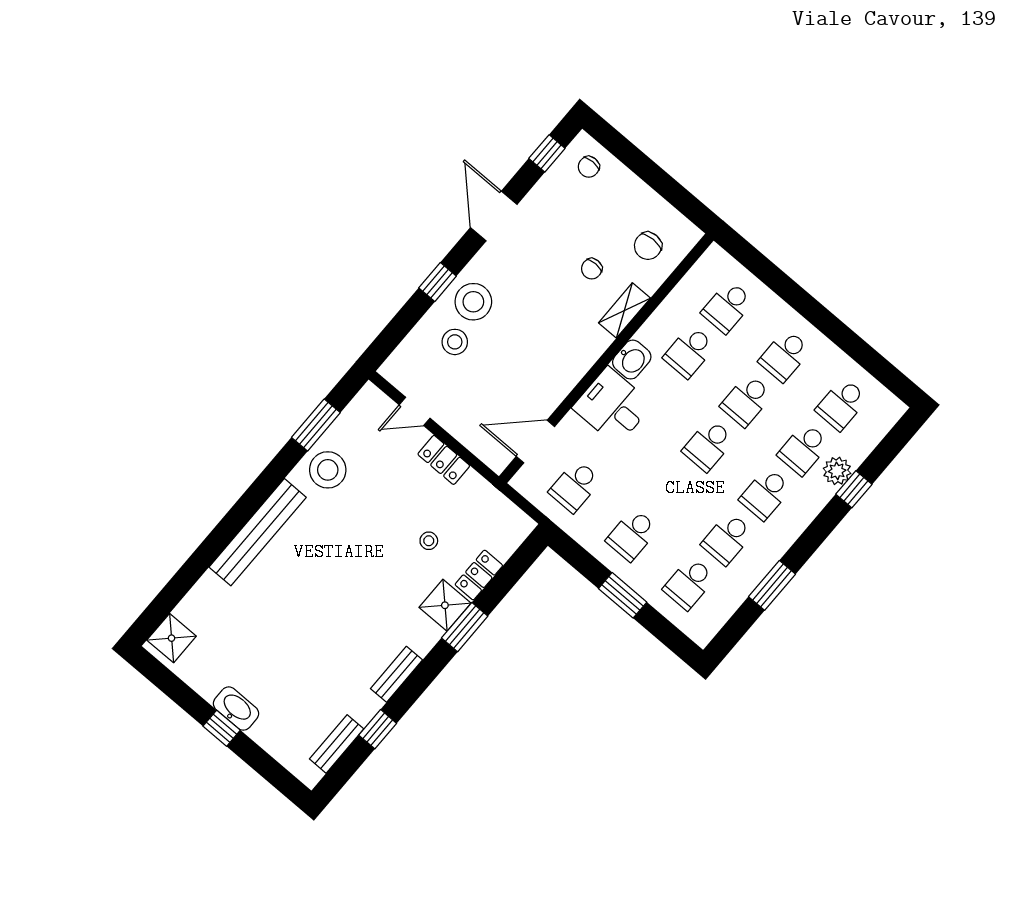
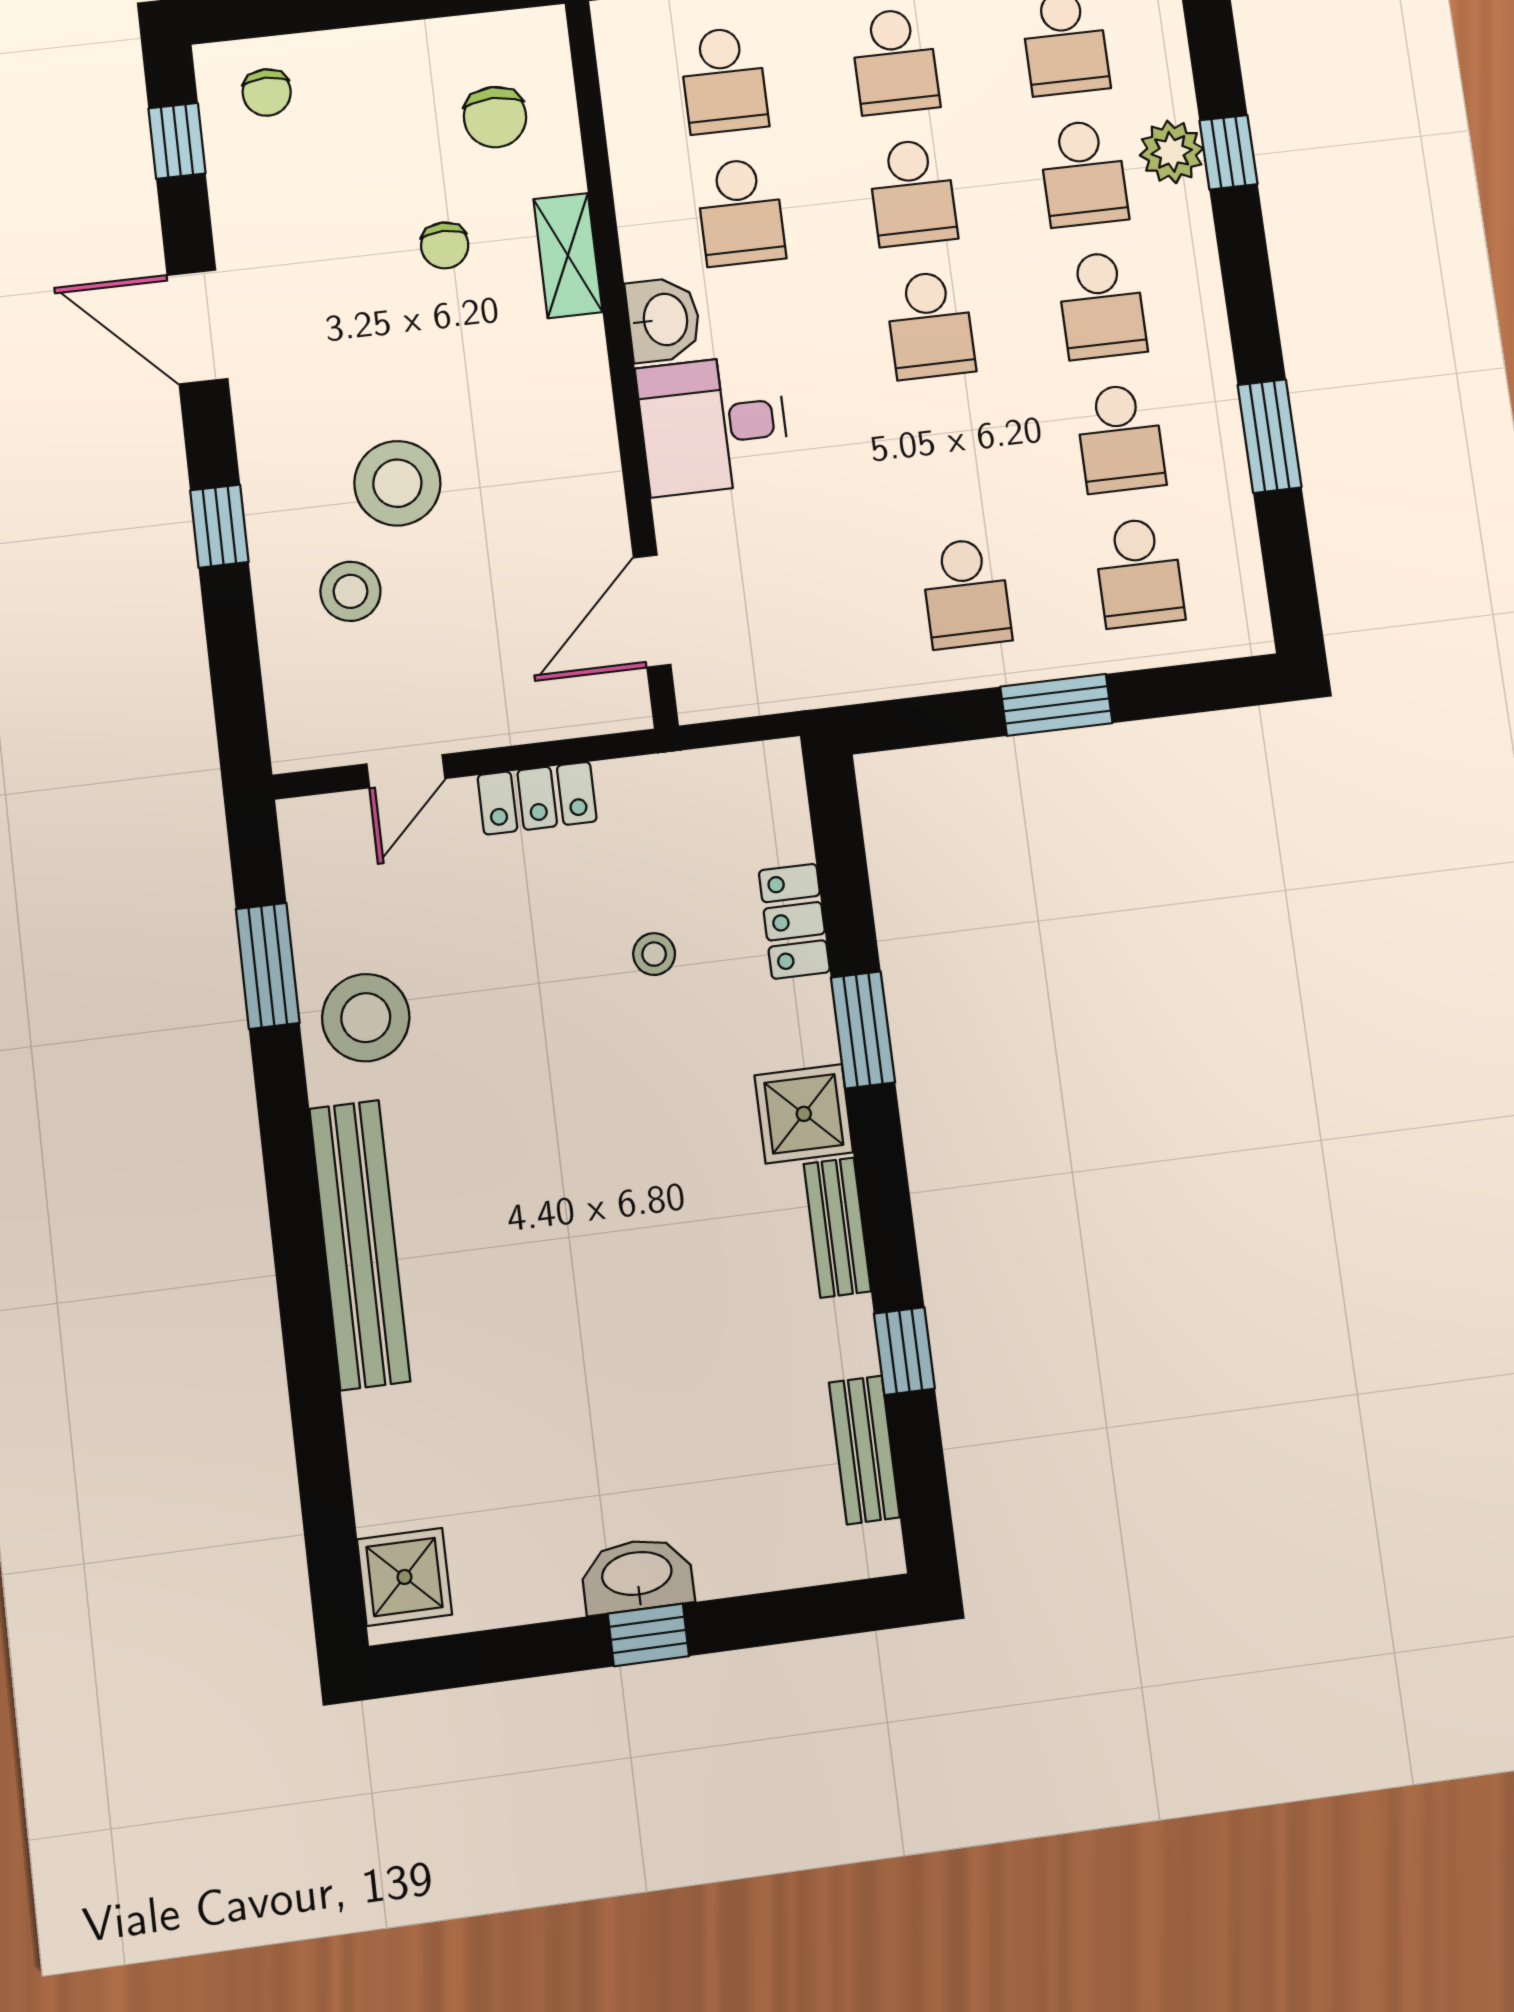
stool: (473, 302) -> (397, 483), moved
school desk: (575, 486) -> (792, 614), removed
shower: (445, 605) -> (804, 1114), moved

